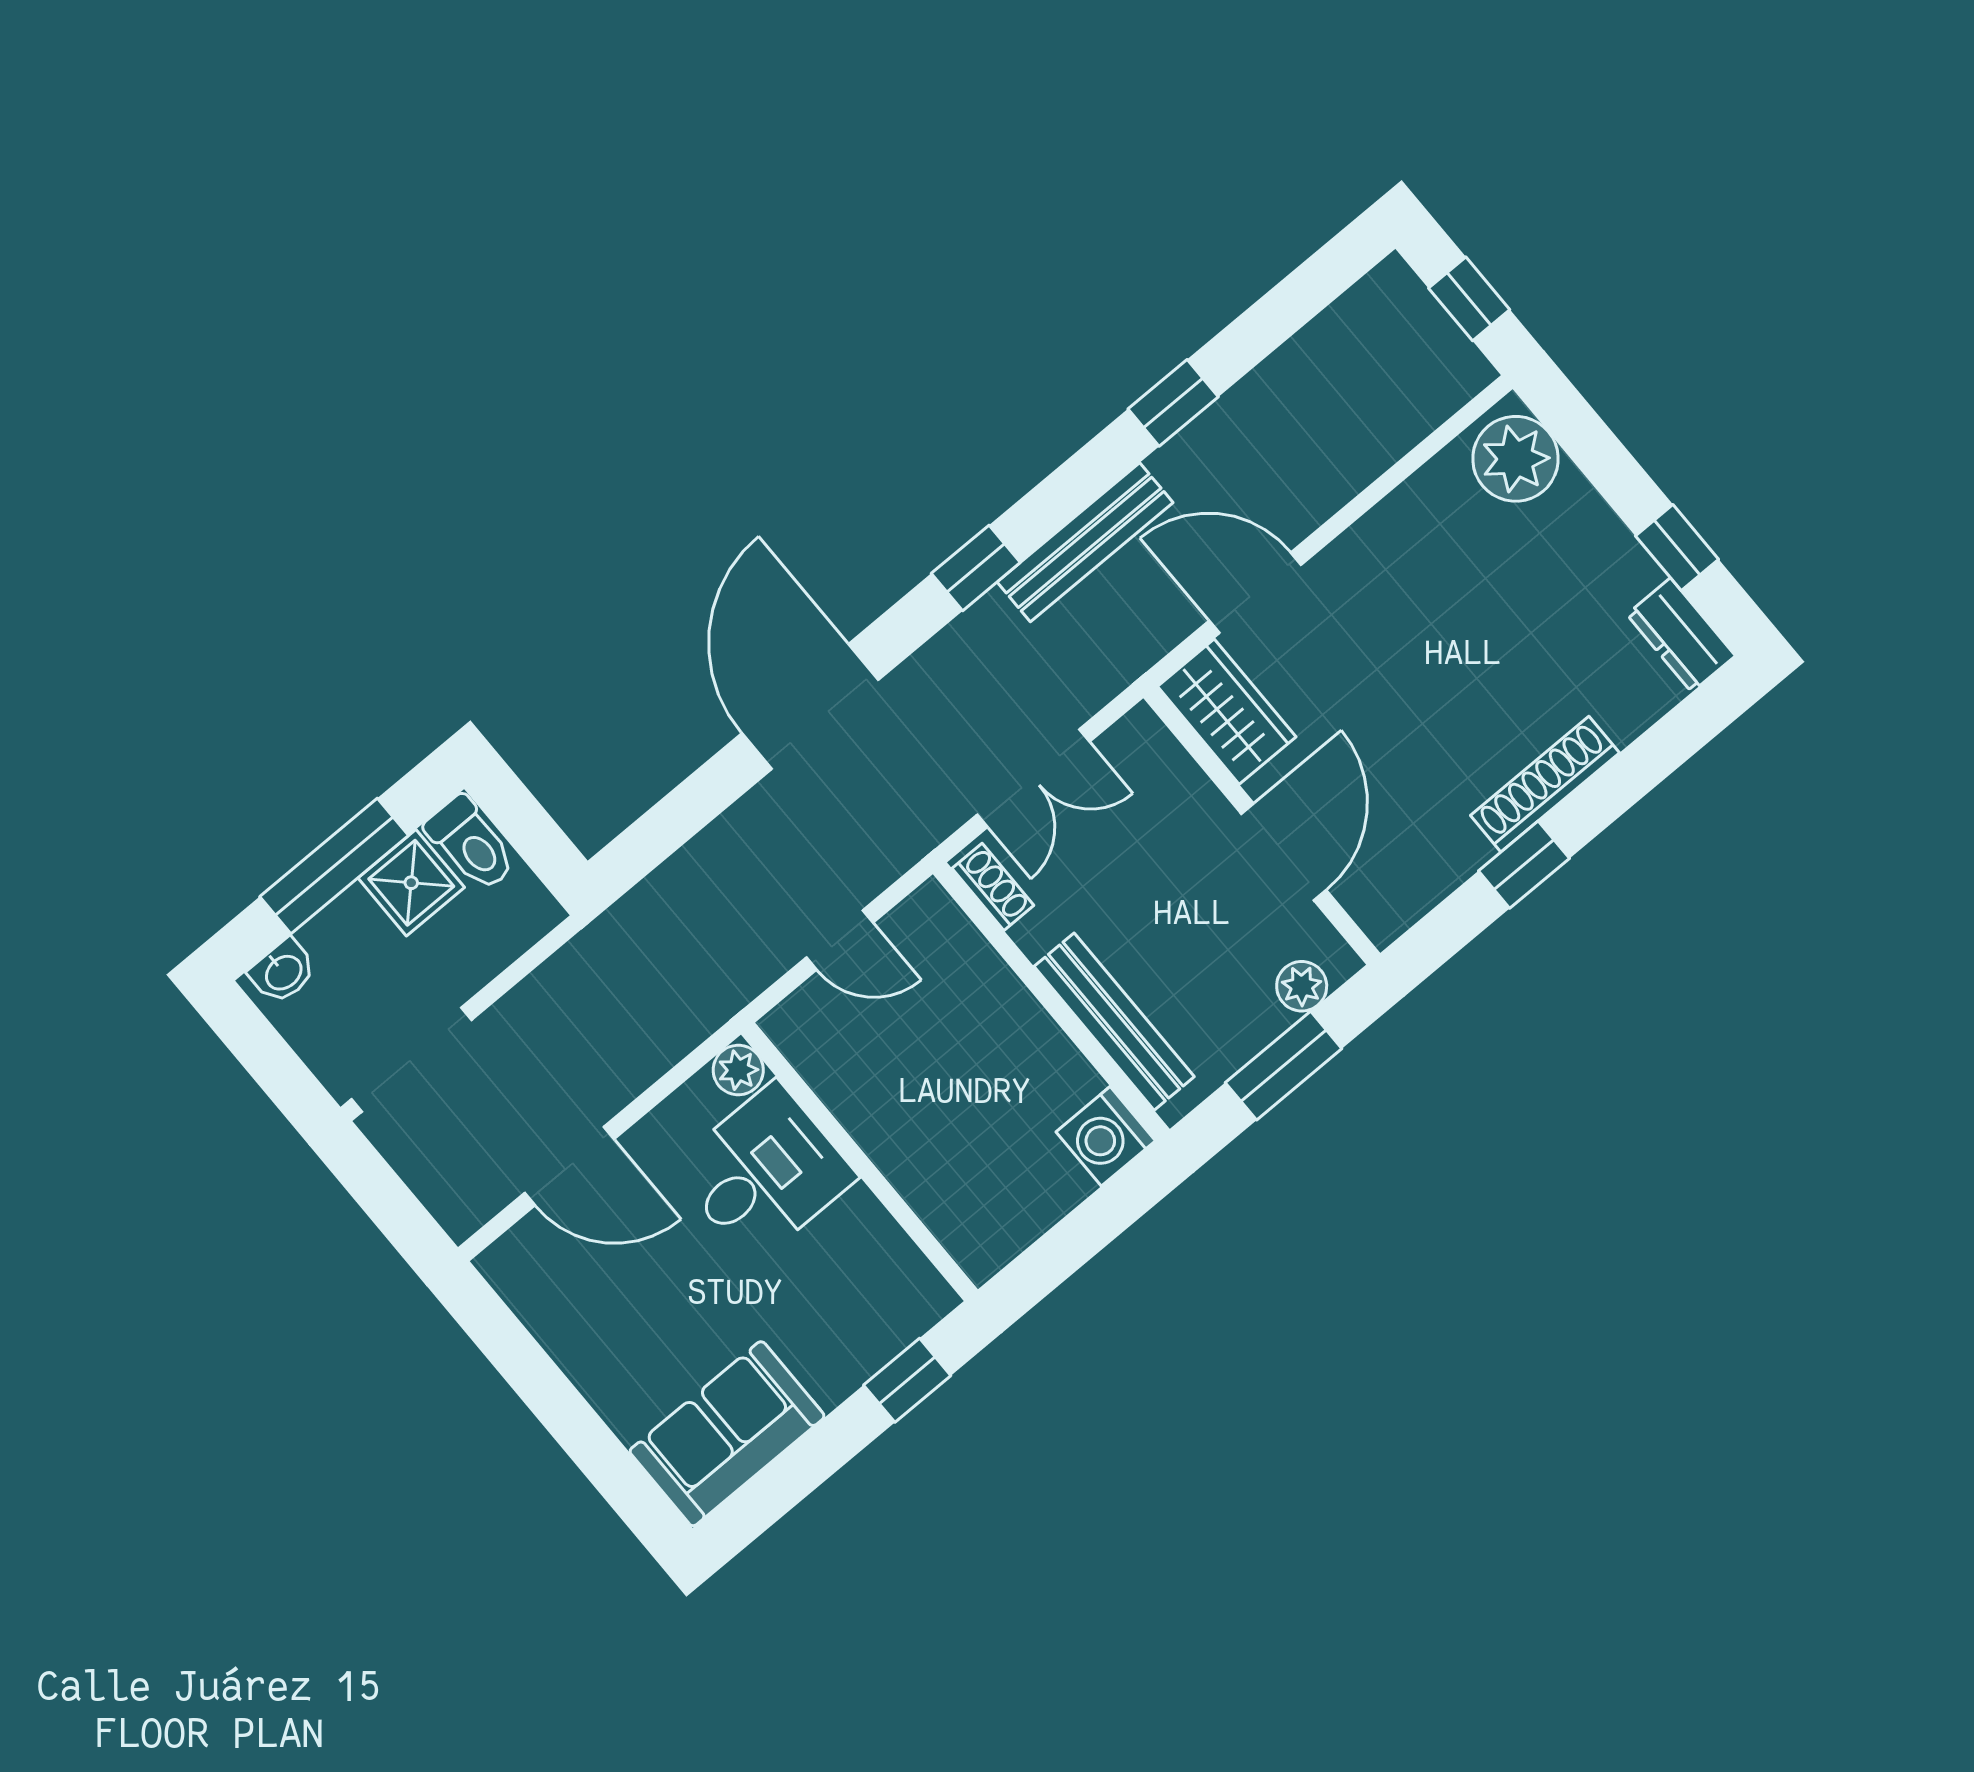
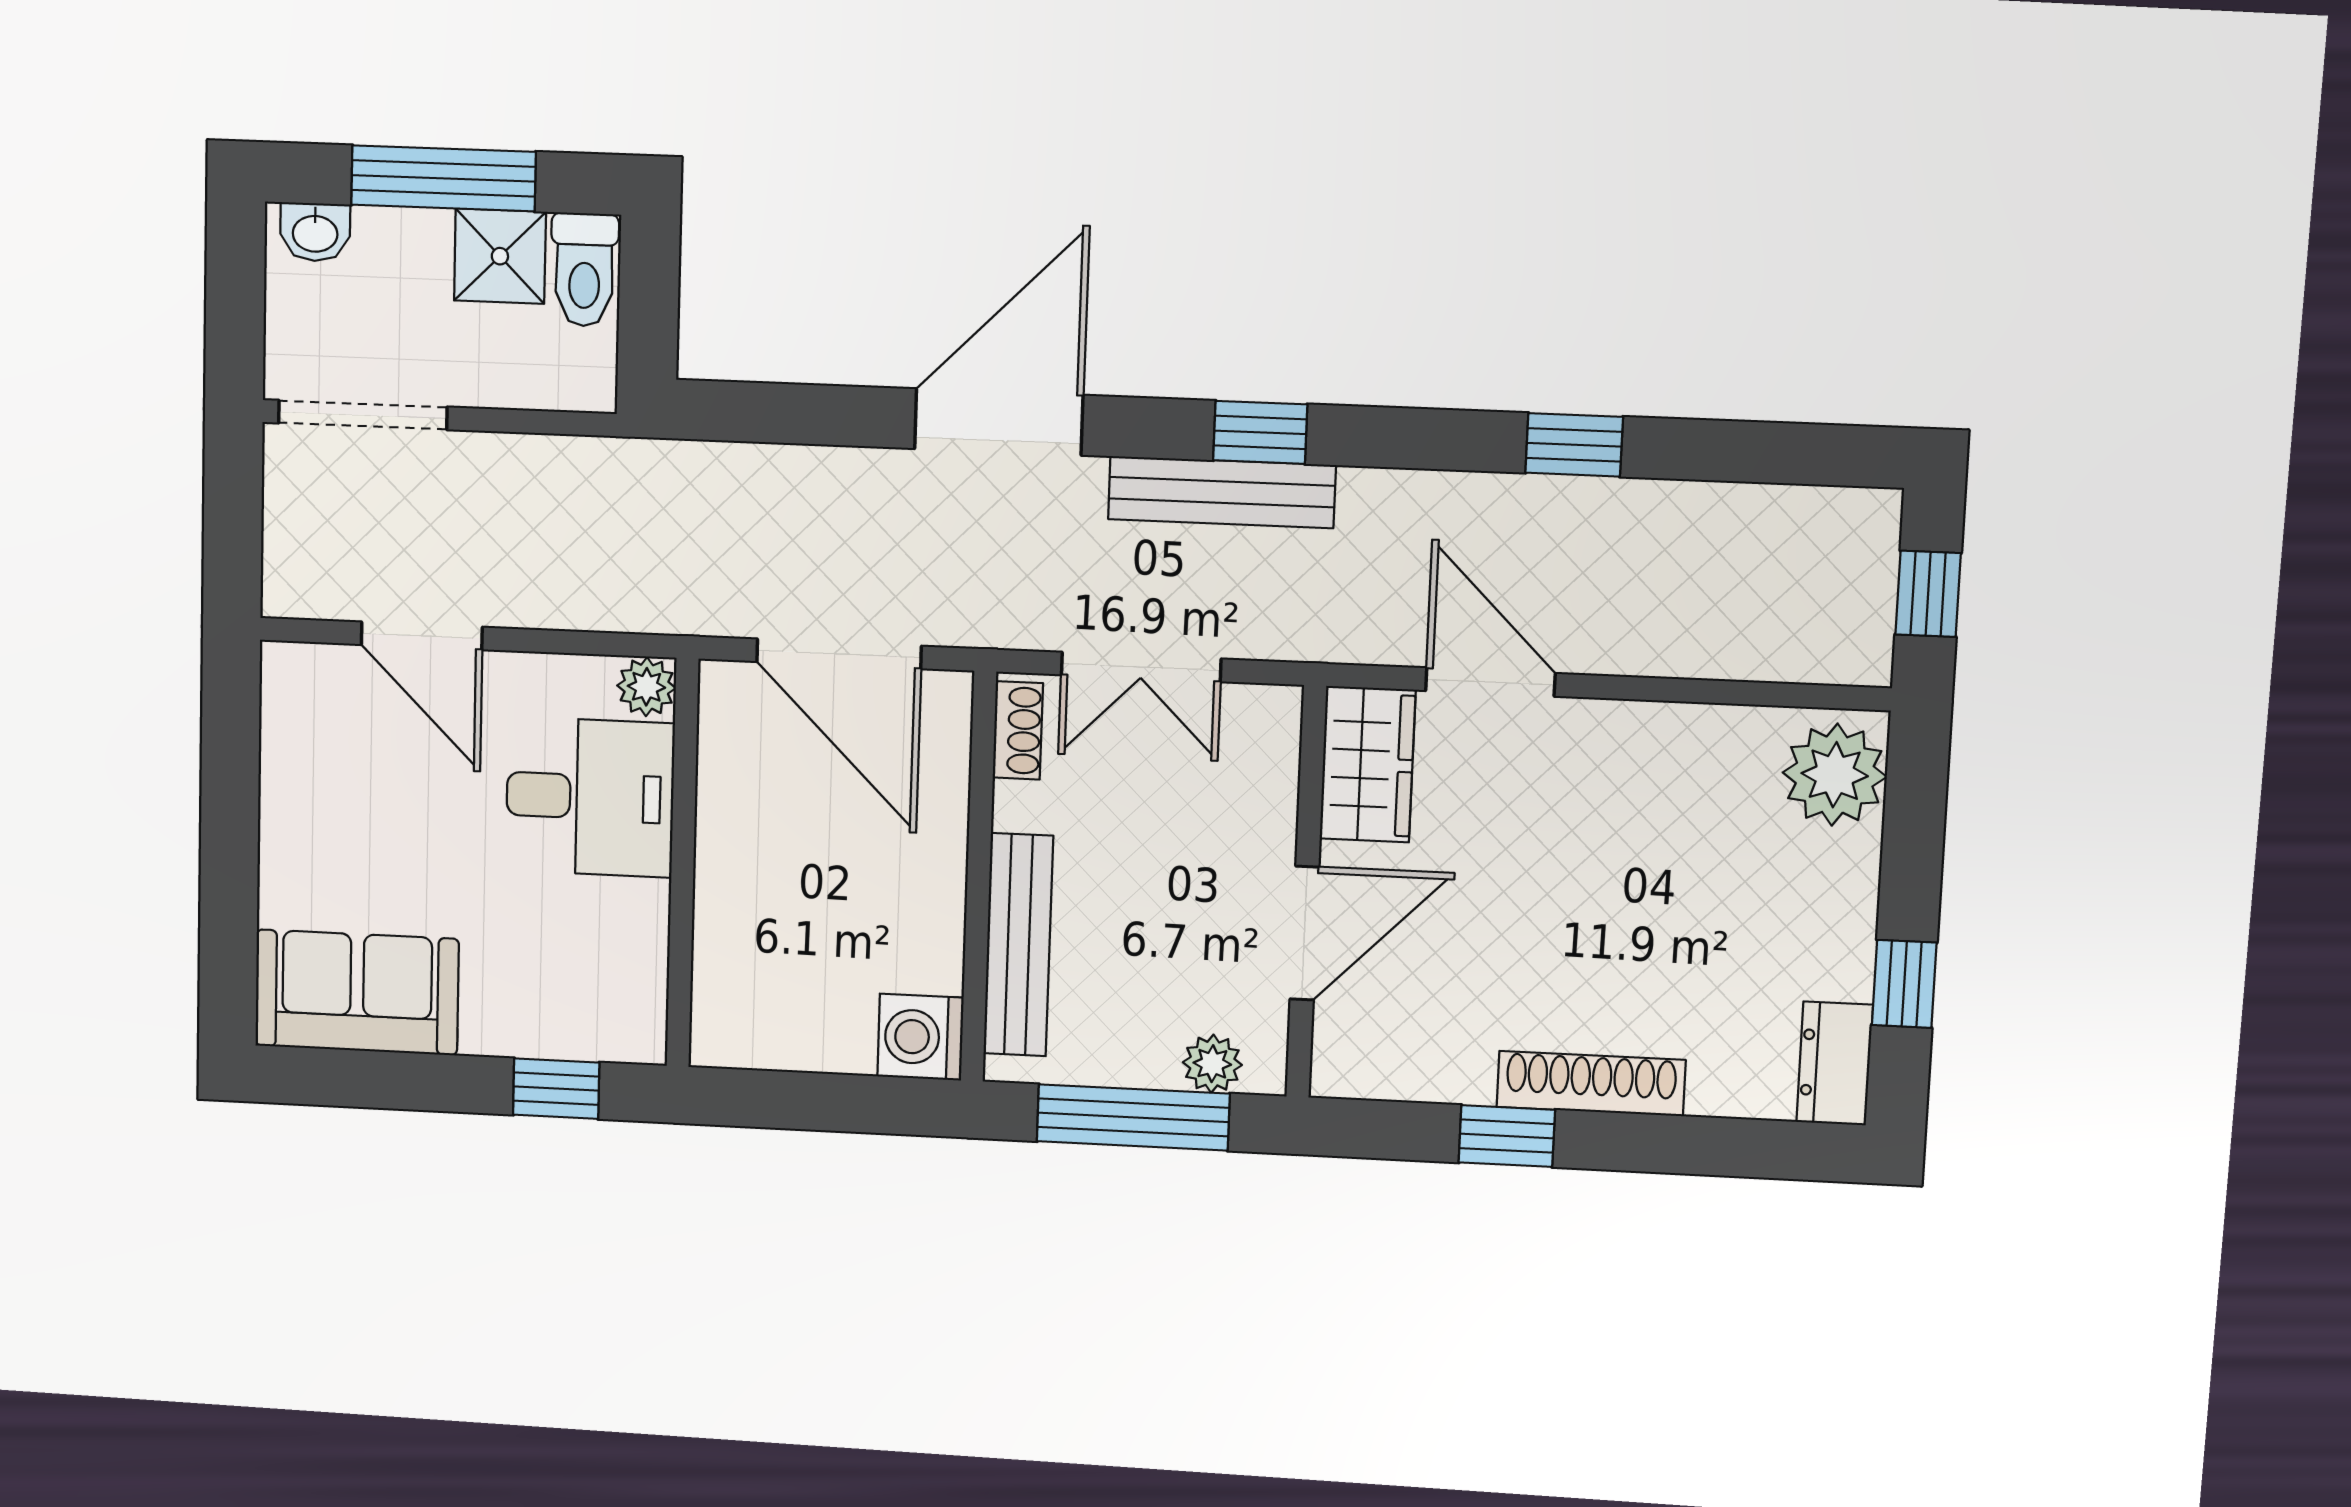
bench: (1085, 542) -> (1222, 492), moved
door: (840, 940) -> (839, 654), width x1.88
window: (1284, 1066) -> (1133, 1117), width x1.44

